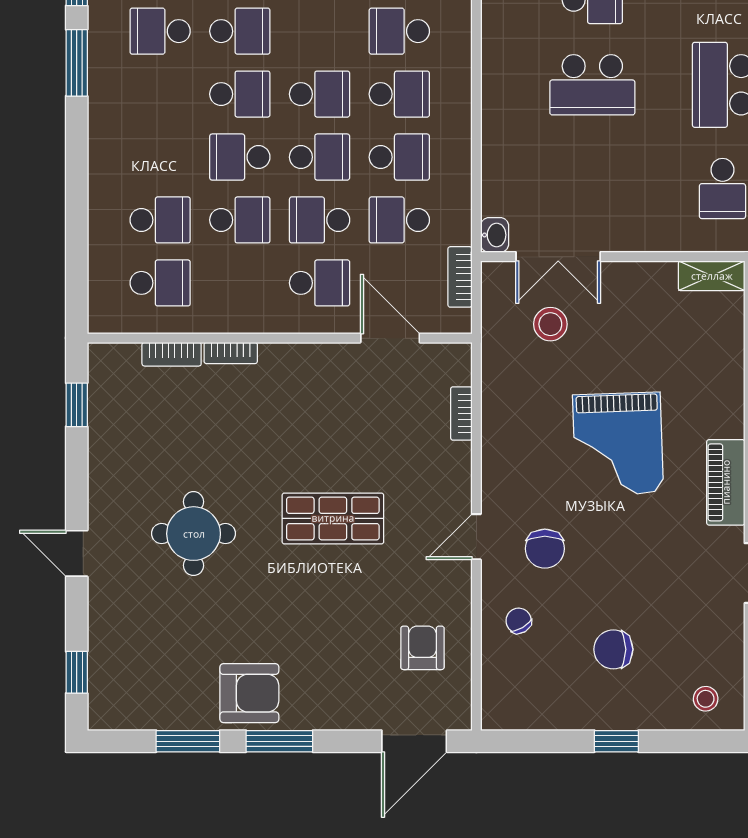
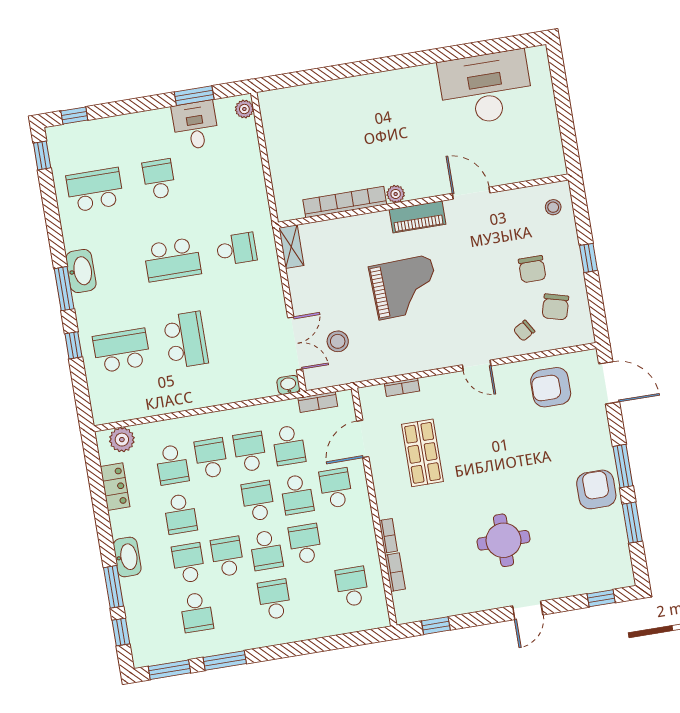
school desk: (320, 94) -> (180, 514), moved, turned 180
school desk: (160, 220) -> (274, 599), moved
shop shelf: (333, 518) -> (422, 453), moved
chair: (545, 549) -> (555, 307), moved, turned 105
armchair: (422, 648) -> (551, 387), width x1.38, depth x1.38

